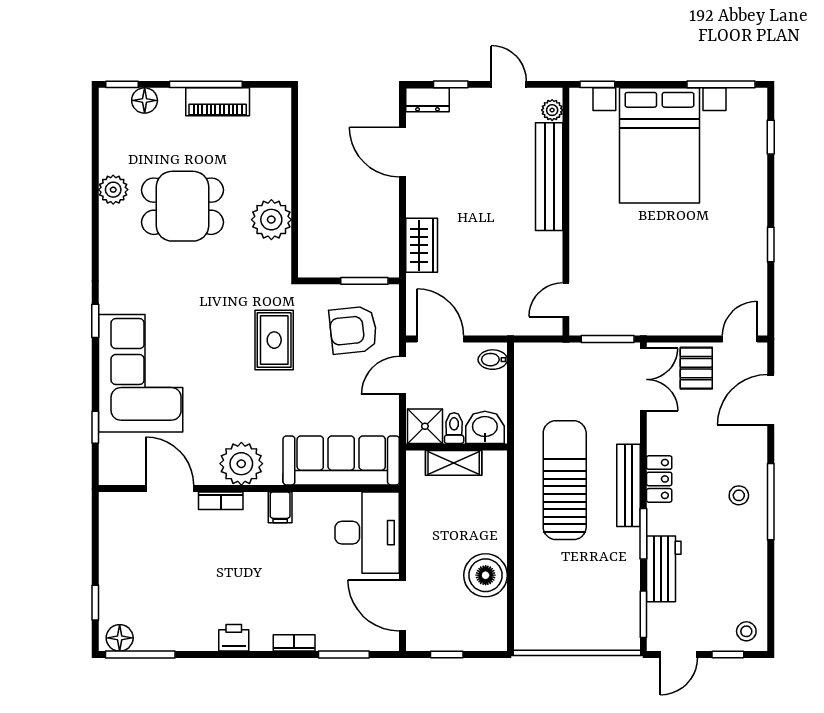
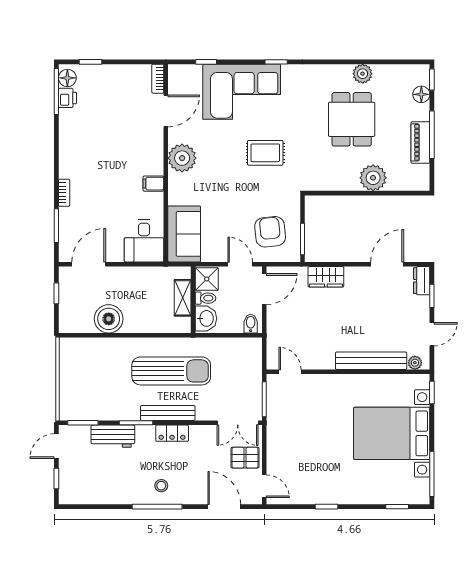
plant: (271, 220) -> (373, 178), moved
rug: (274, 340) -> (265, 153), moved
sofa: (341, 460) -> (184, 234), width x0.73
bookcase: (221, 501) -> (158, 79), moved
desk: (367, 533) -> (144, 241), width x0.73
stool: (746, 631) -> (72, 491), removed
printer: (234, 638) -> (67, 98), moved
door: (679, 655) -> (56, 446), hinge flipped

